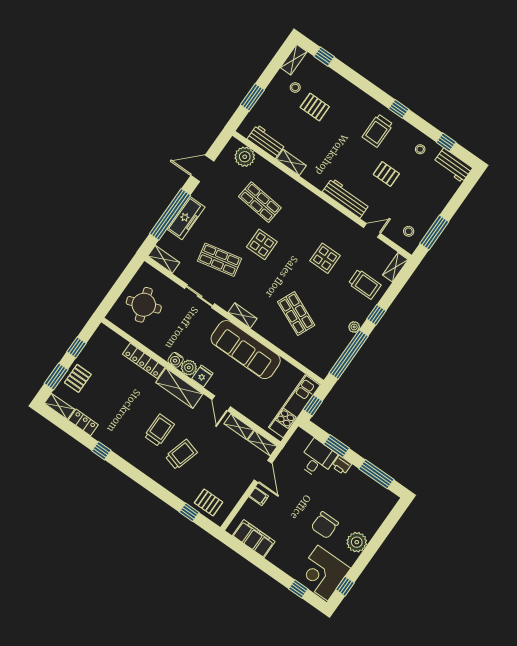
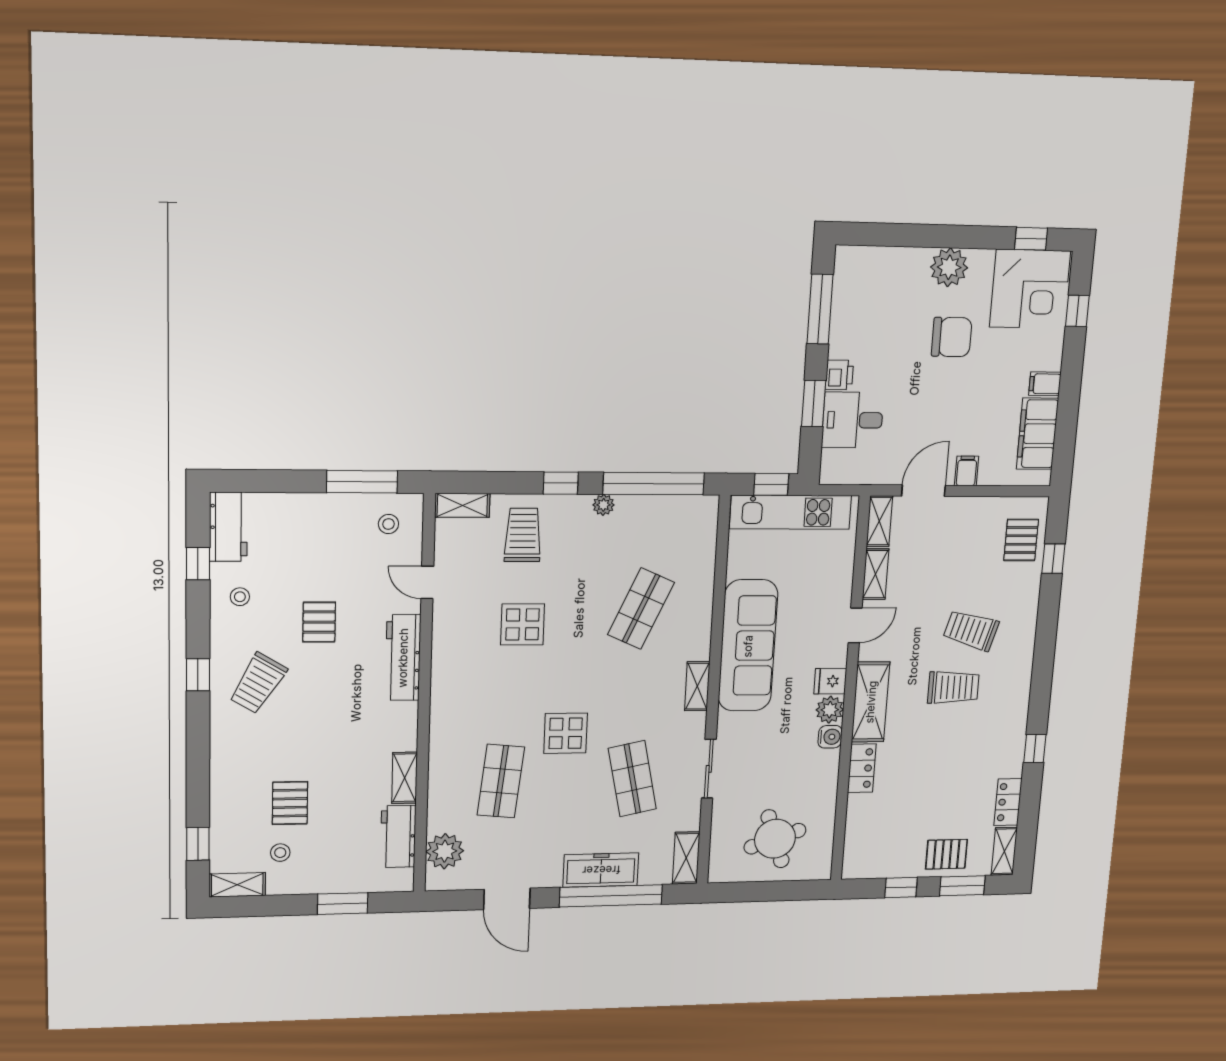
trolley: (378, 131) -> (258, 683), turned 121
locker: (144, 361) -> (862, 768), width x0.66
trolley: (159, 430) -> (953, 687), turned 180
filing cabinet: (275, 555) -> (1045, 384), added

